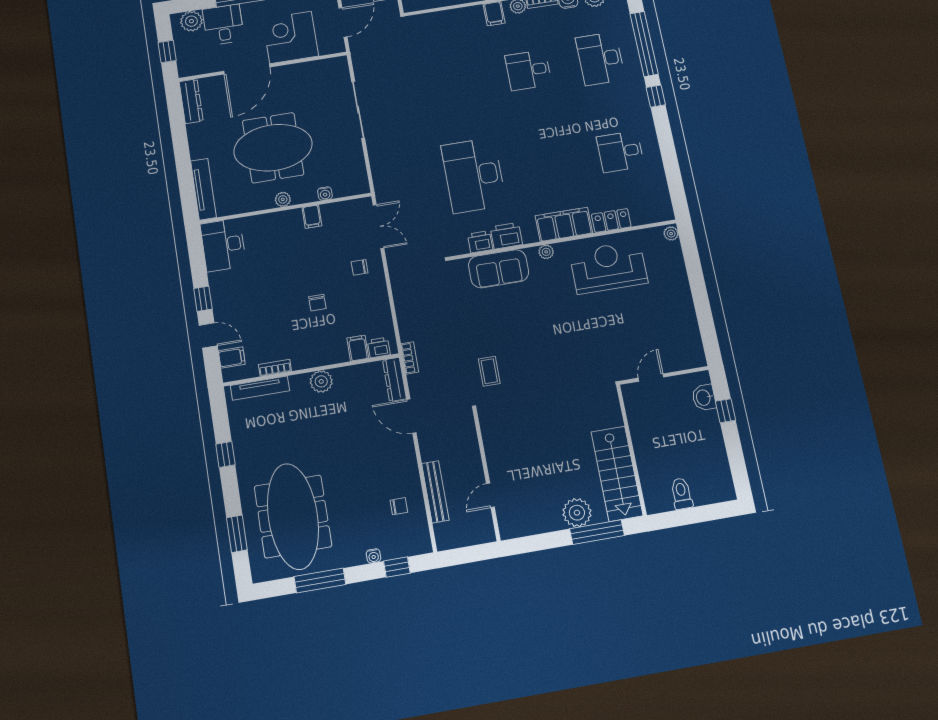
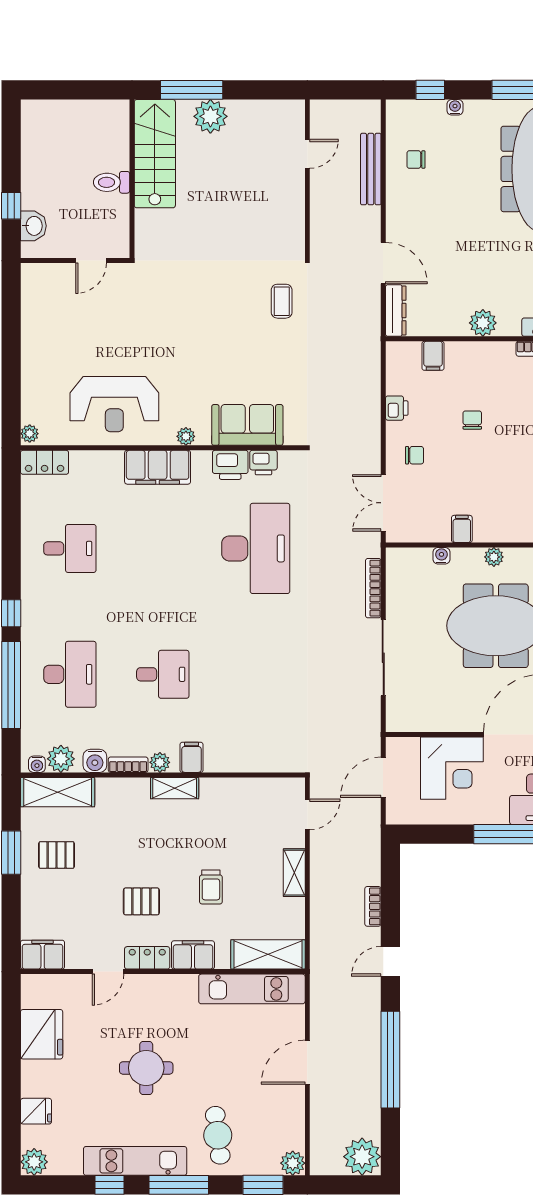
locker: (611, 220) -> (45, 462), moved
printer: (379, 348) -> (397, 408), moved, turned -90
bookcase: (410, 358) -> (373, 588), moved, width x1.56
toilet: (681, 494) -> (112, 182), moved, turned 90

